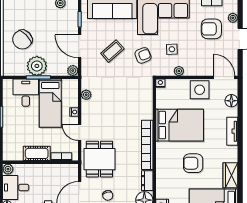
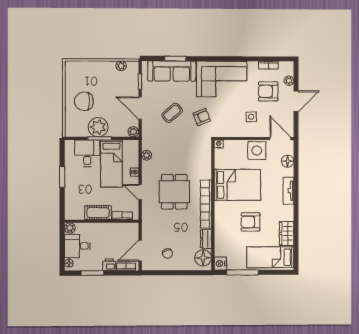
chair: (22, 40) -> (84, 101), turned 44
side table: (172, 49) -> (251, 117), moved
plant: (179, 71) -> (237, 132), removed
dining table: (99, 159) -> (174, 192), moved

